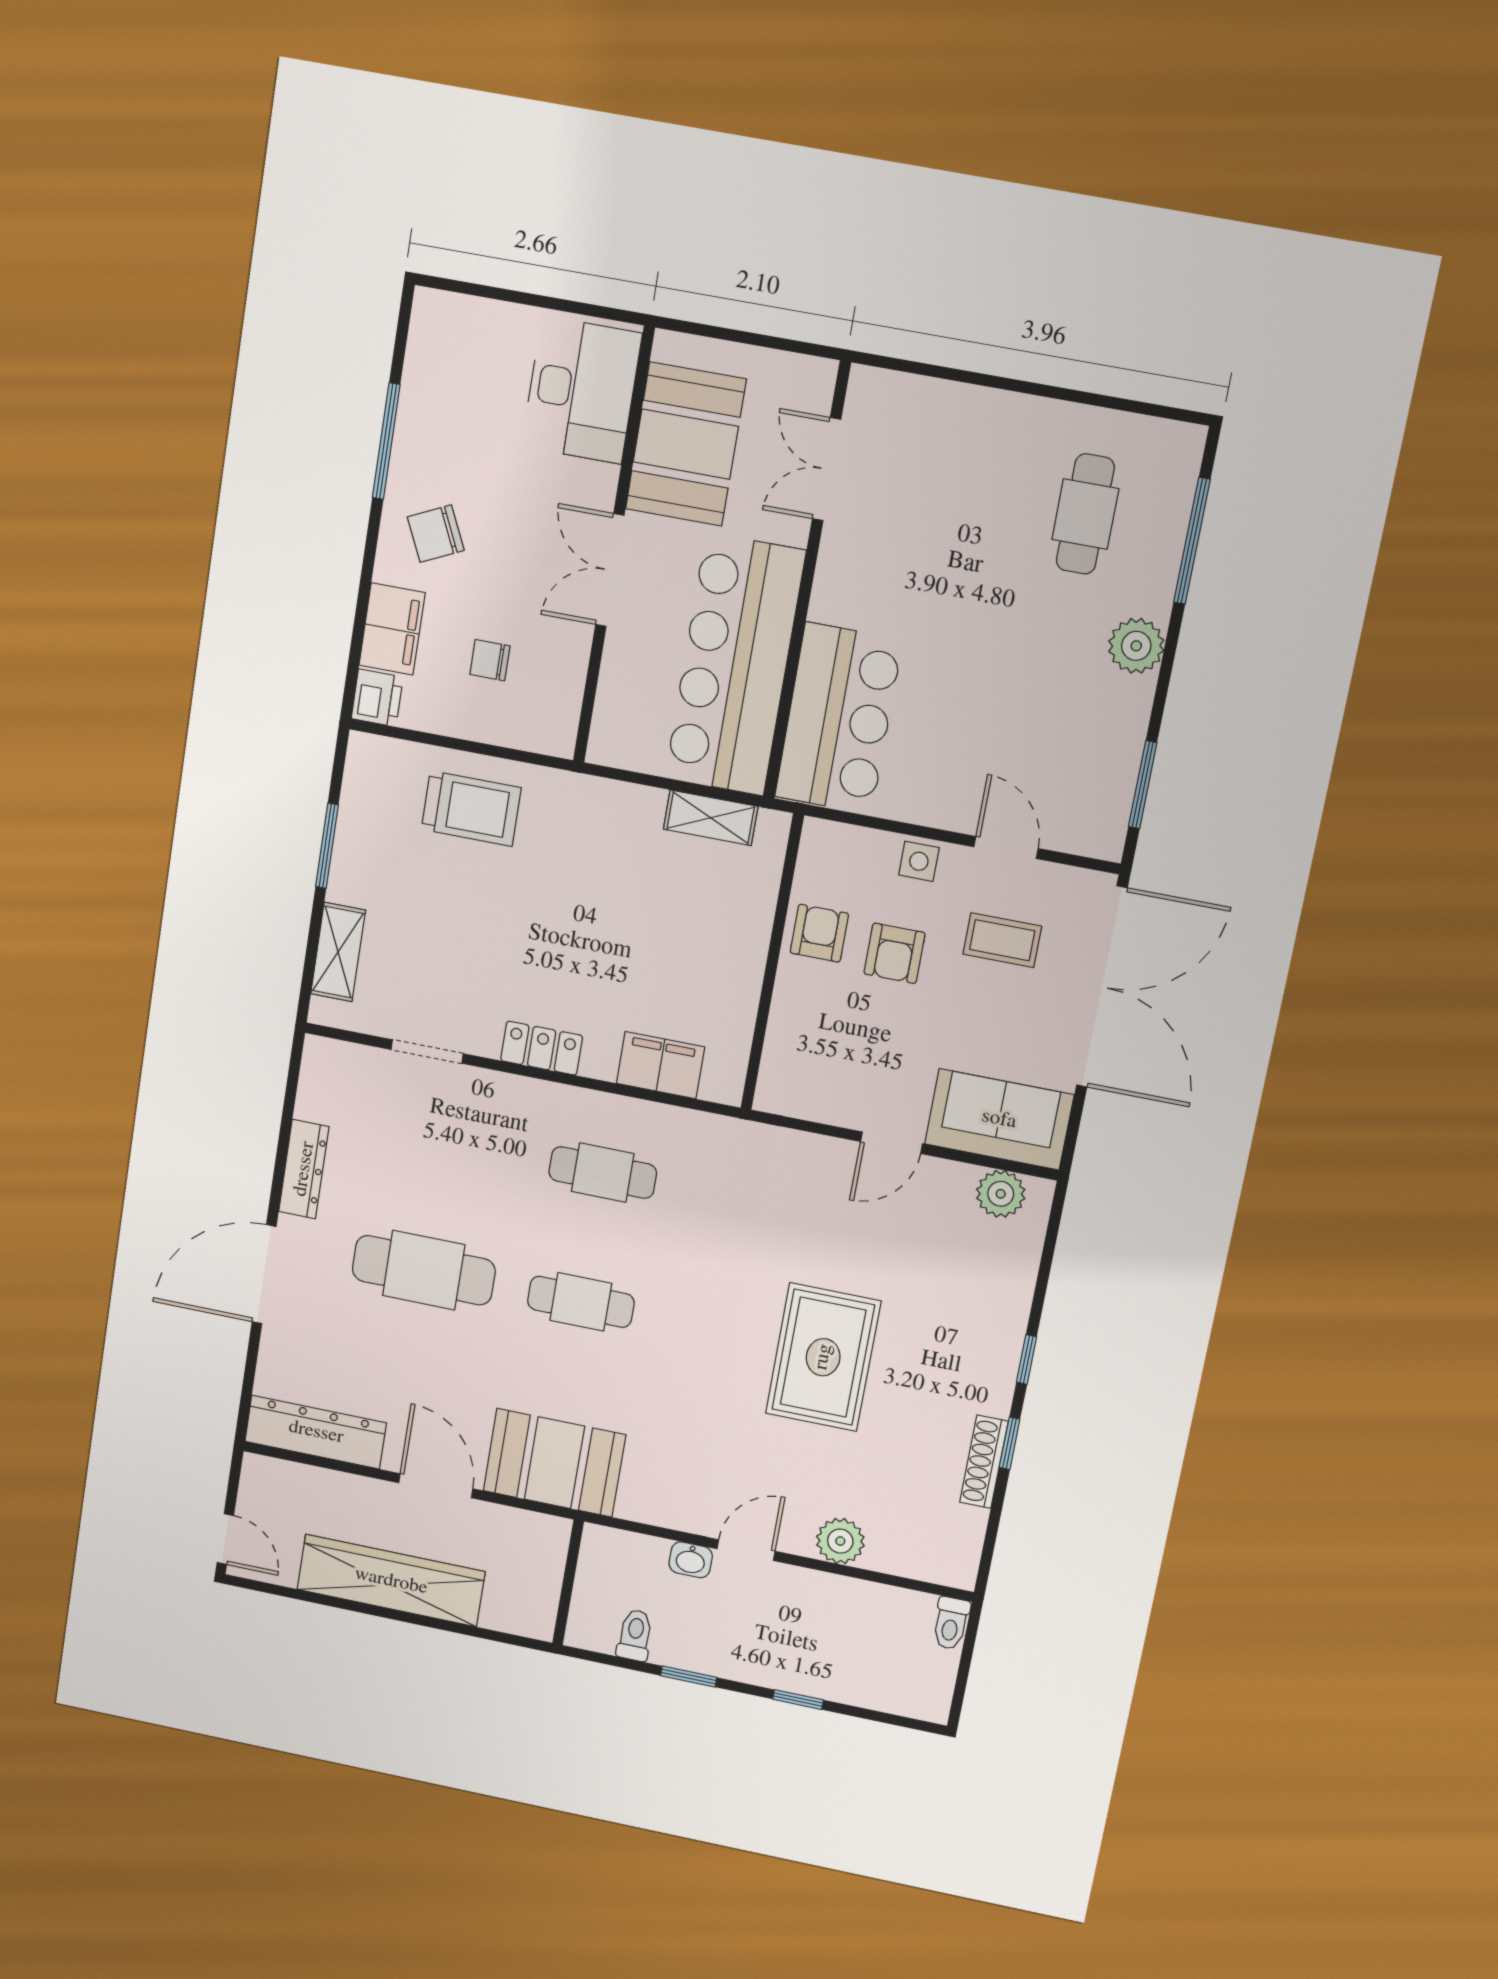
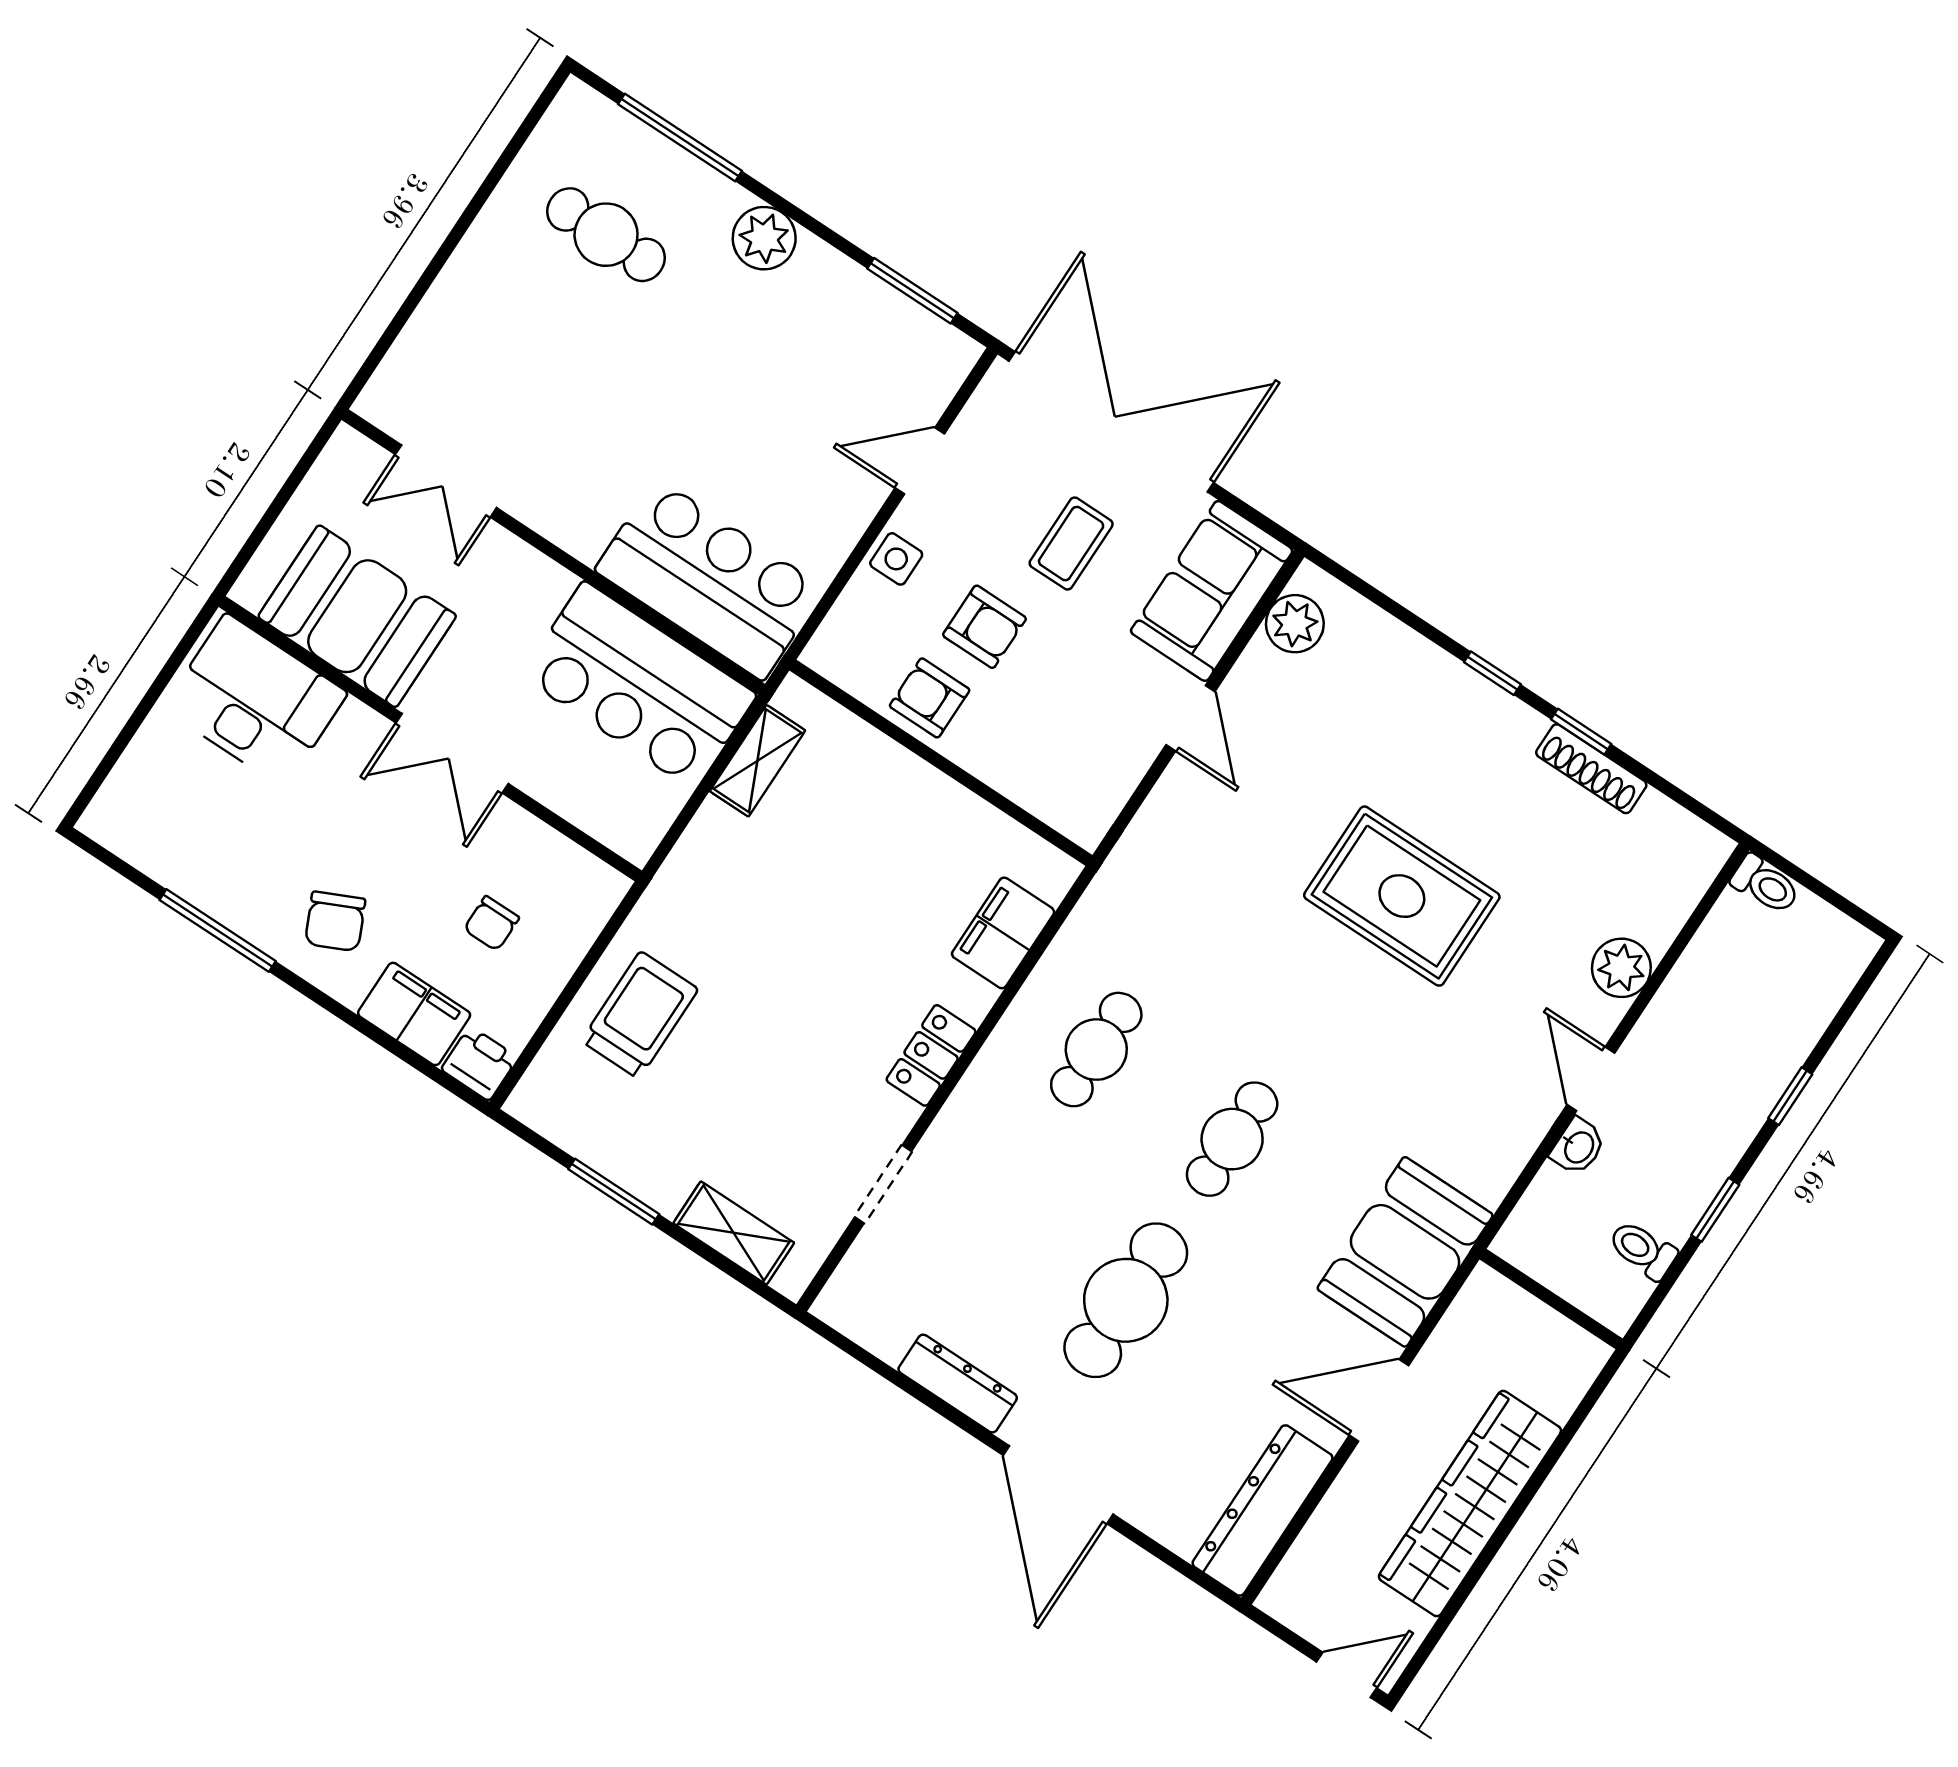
bar counter: (735, 665) -> (639, 685), width x0.73
coffee table: (1002, 940) -> (1071, 544), moved

